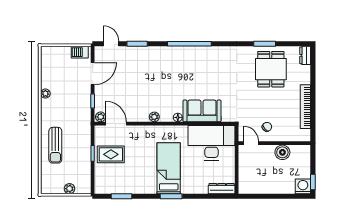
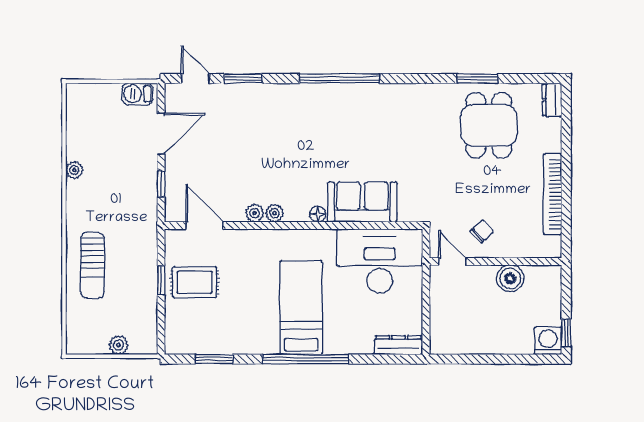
plant: (101, 117) -> (255, 213), moved
window: (171, 196) -> (306, 359), width x2.11

